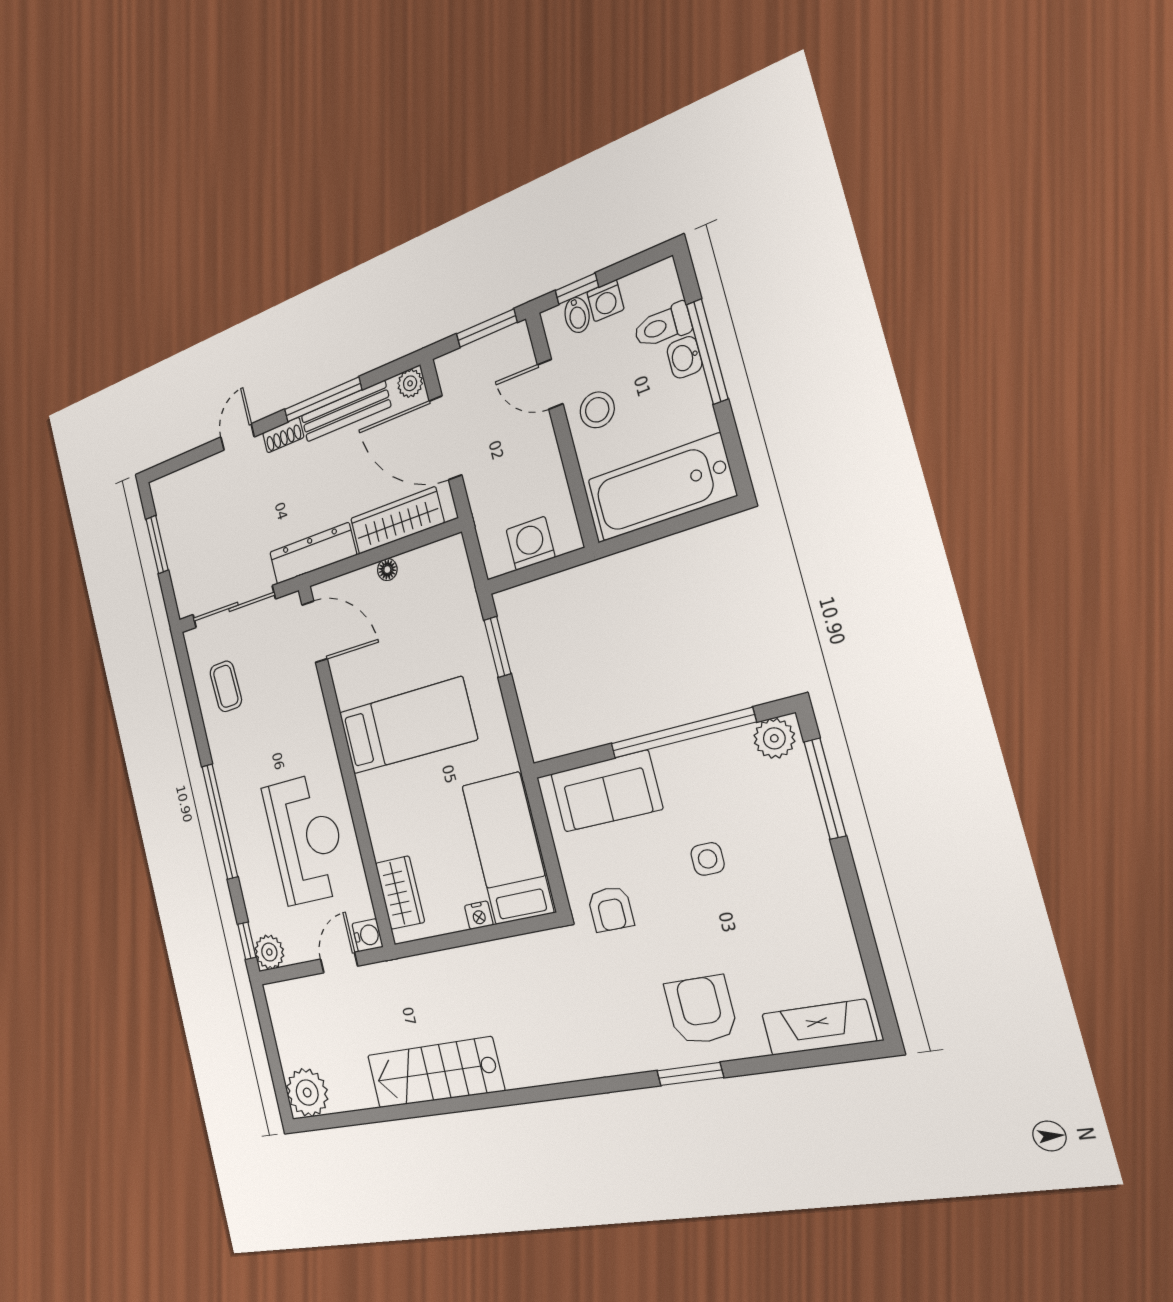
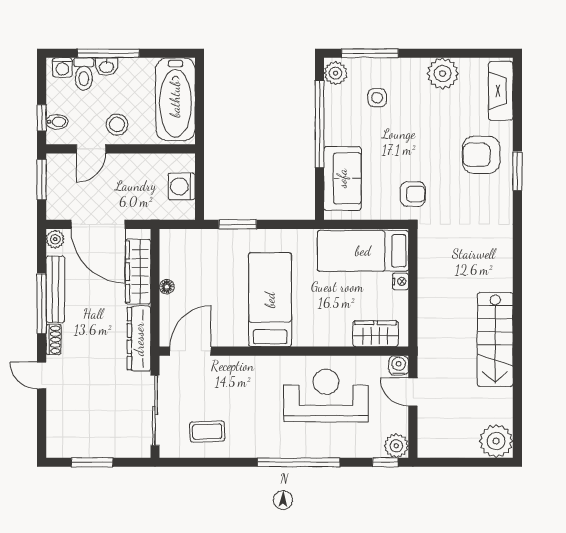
washing machine: (605, 301) -> (62, 67), moved, turned 90
door: (445, 438) -> (98, 224), hinge flipped
side table: (708, 859) -> (377, 98), moved
plant: (823, 922) -> (443, 73), added

